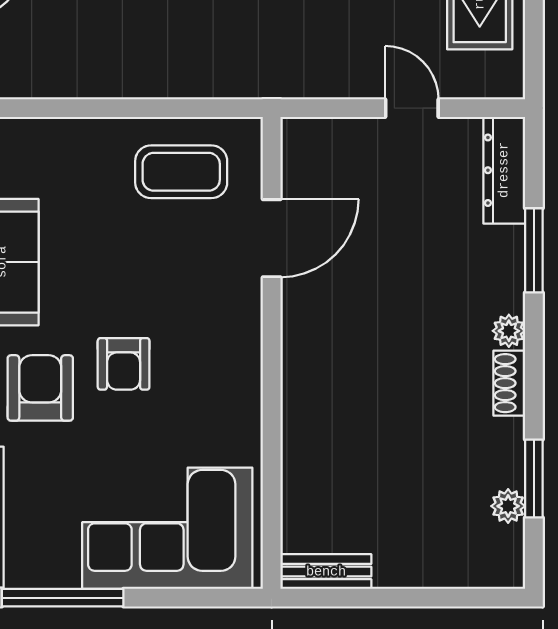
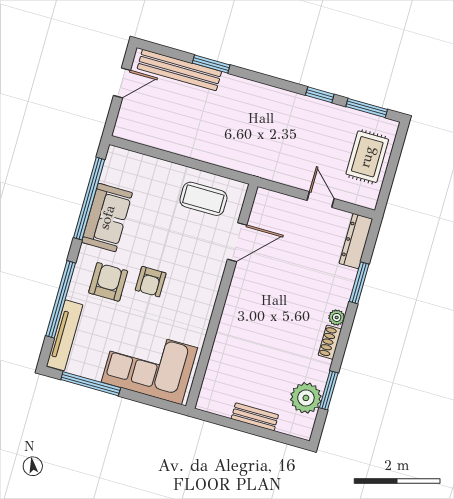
plant: (508, 506) -> (306, 398), width x1.88, depth x1.88
bench: (326, 572) -> (255, 417), moved

